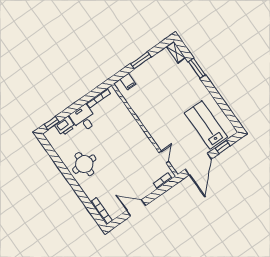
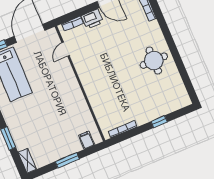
desk: (84, 118) -> (144, 111), removed
window: (52, 123) -> (159, 122), moved
printer: (65, 126) -> (92, 19), moved, turned 180

